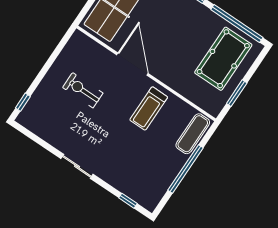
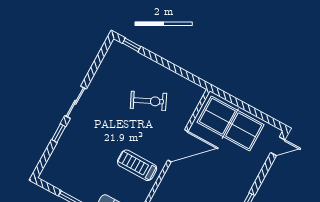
exercise bike: (83, 90) -> (148, 101), turned 65
window: (128, 201) -> (59, 133), moved

